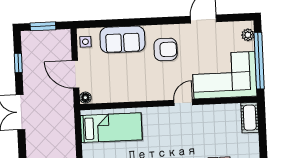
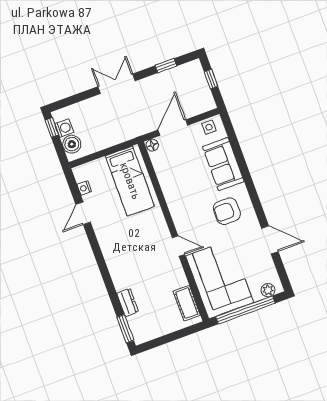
window: (43, 26) -> (211, 79), width x0.67
armchair: (166, 49) -> (227, 211), turned 90
cot: (250, 118) -> (187, 303), moved, turned 90

